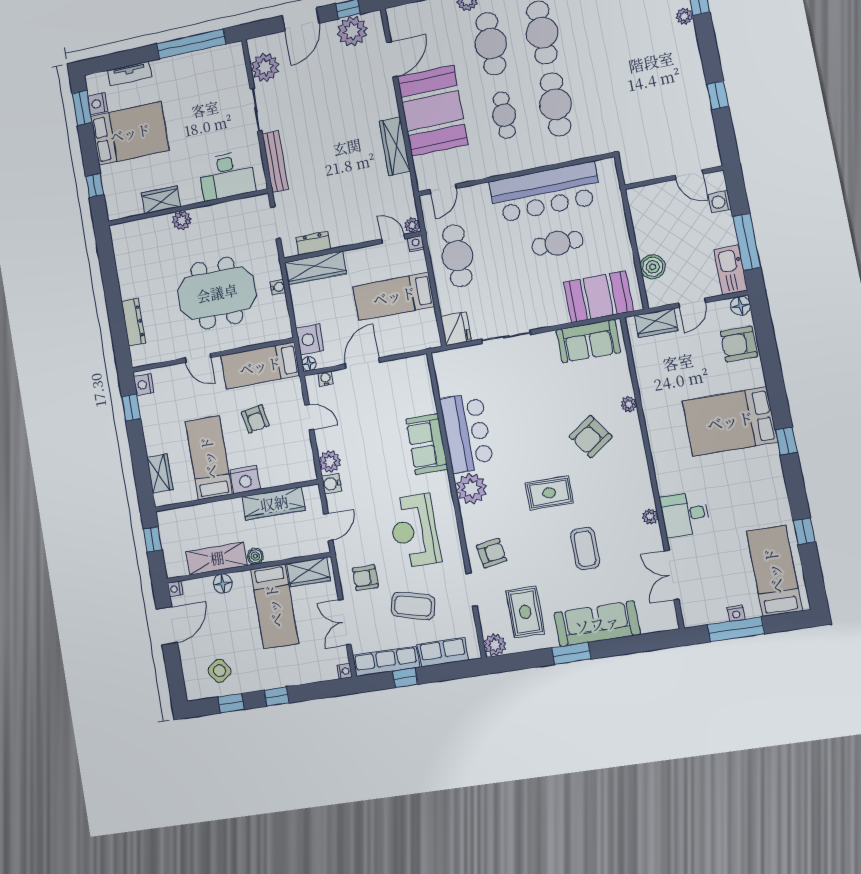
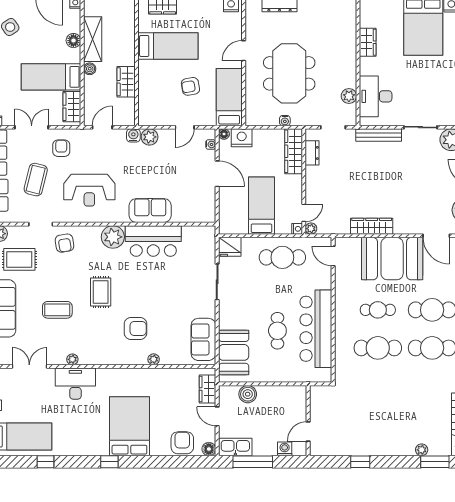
plant: (182, 220) -> (349, 96), moved
armchair: (591, 437) -> (135, 328), turned 125
nightstand: (245, 480) -> (147, 71), removed
wardrobe: (274, 503) -> (126, 82), width x0.67
desk: (685, 514) -> (75, 384), width x1.37
door: (328, 527) -> (102, 127), swing flipped
reception desk: (414, 531) -> (89, 190), turned 180

